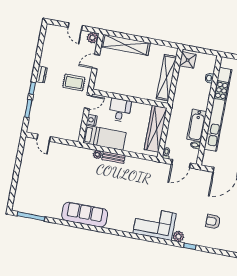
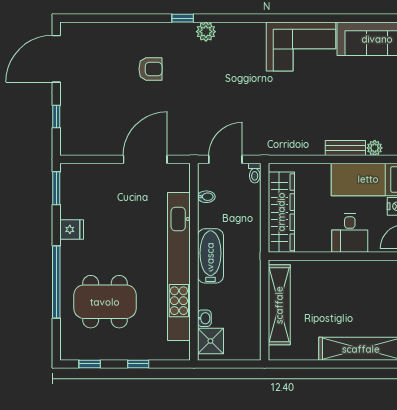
shower: (188, 60) -> (210, 341), moved
bathtub: (197, 125) -> (210, 256), moved
corner sofa: (155, 223) -> (301, 46), moved

